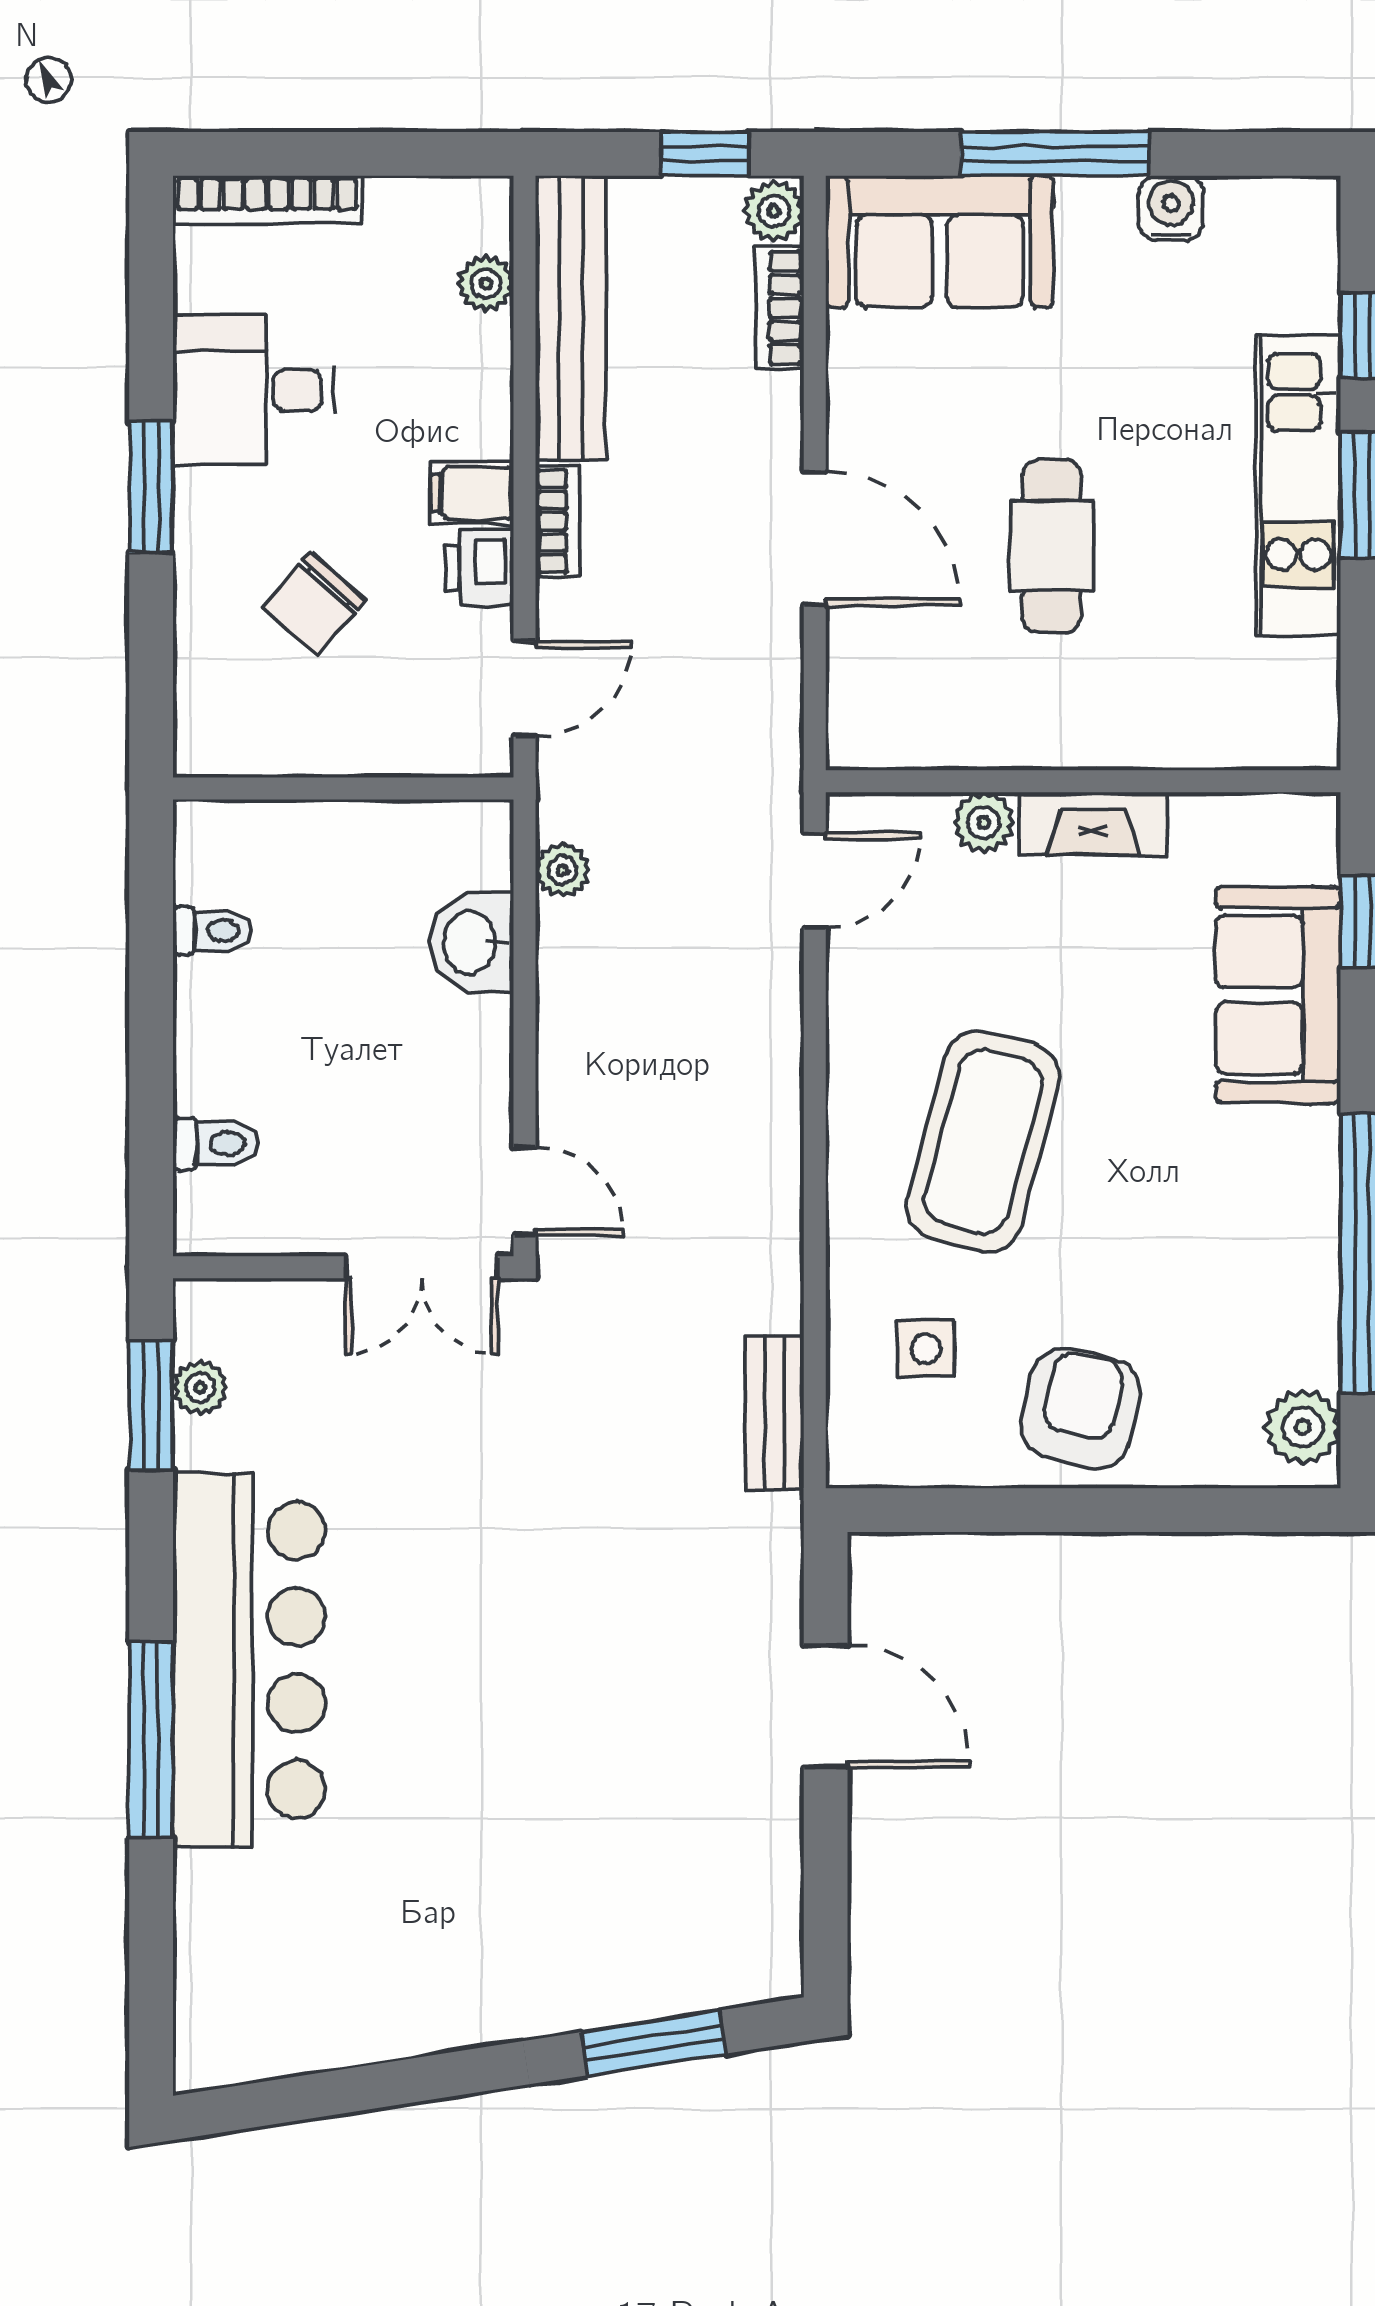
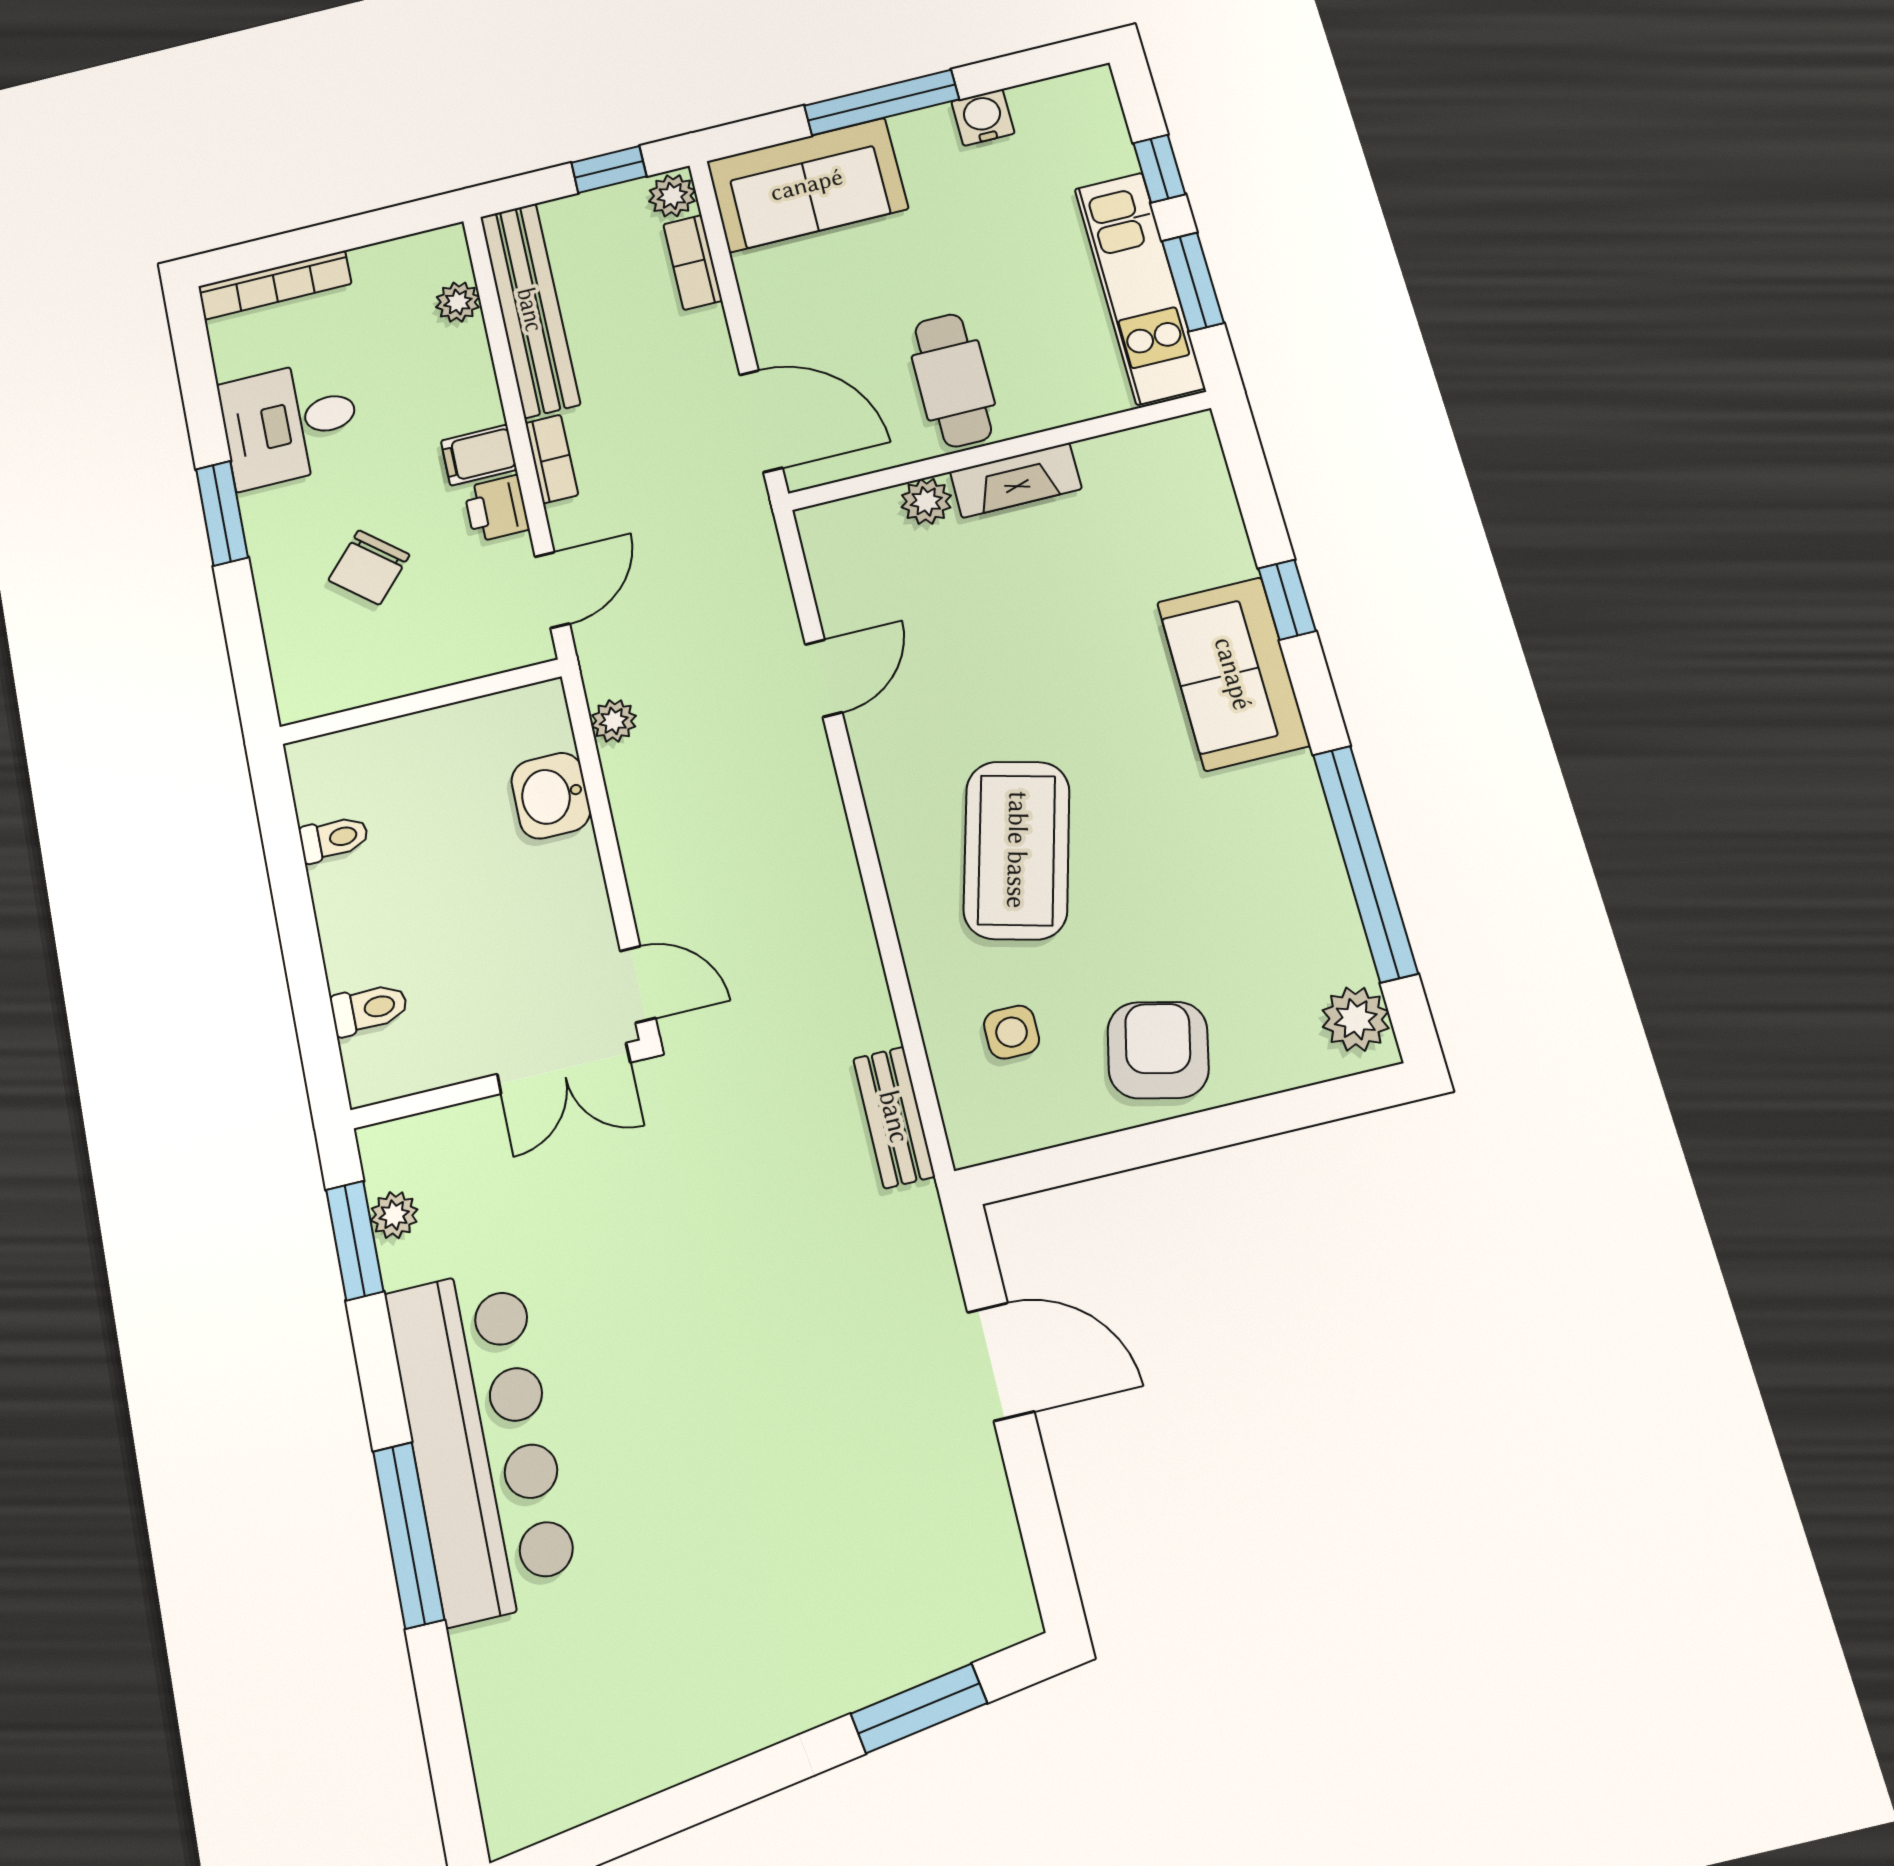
wall: (1083, 781) -> (999, 451), moved
plant: (983, 823) -> (926, 501), moved
fireplace: (1093, 823) -> (1016, 480), moved

